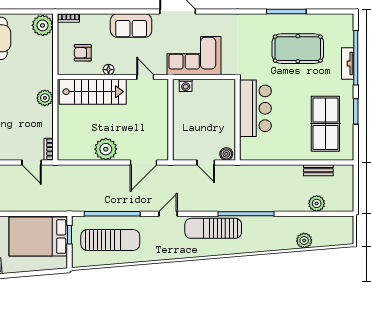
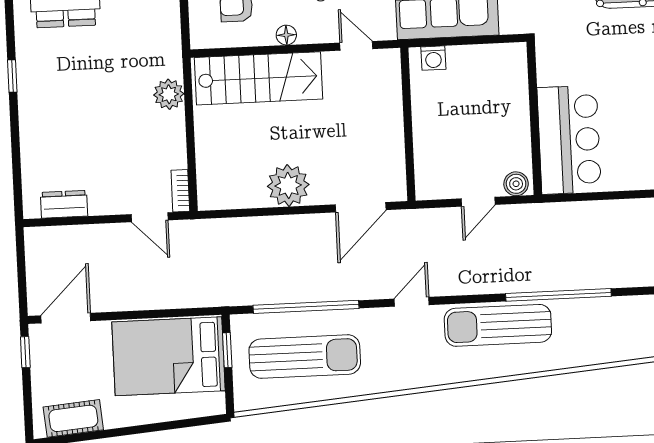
bar counter: (255, 108) -> (569, 140), moved
door: (206, 162) -> (478, 202), hinge flipped

